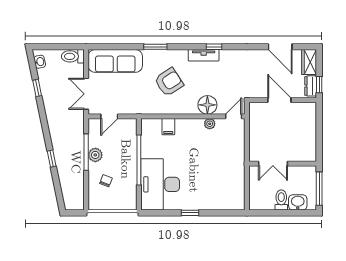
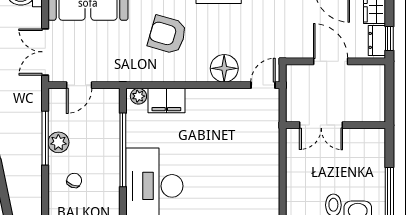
armchair: (169, 82) -> (167, 35), turned -131
plant: (210, 124) -> (138, 96), moved
filing cabinet: (168, 127) -> (166, 101), width x2.00
double door: (273, 164) -> (321, 125), moved
wall: (283, 164) -> (335, 125), moved

